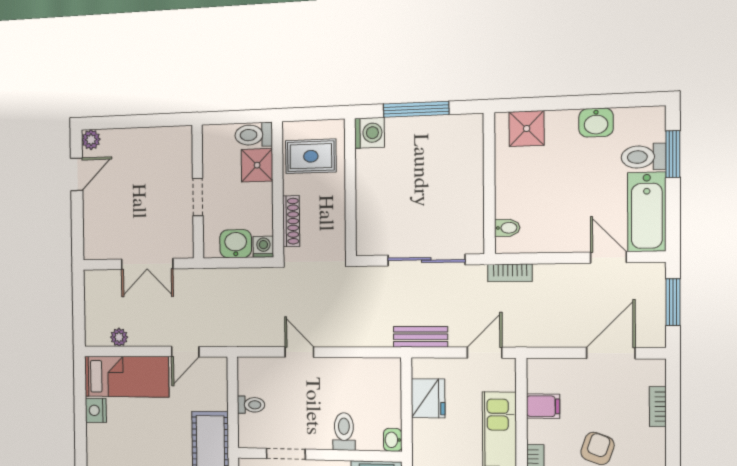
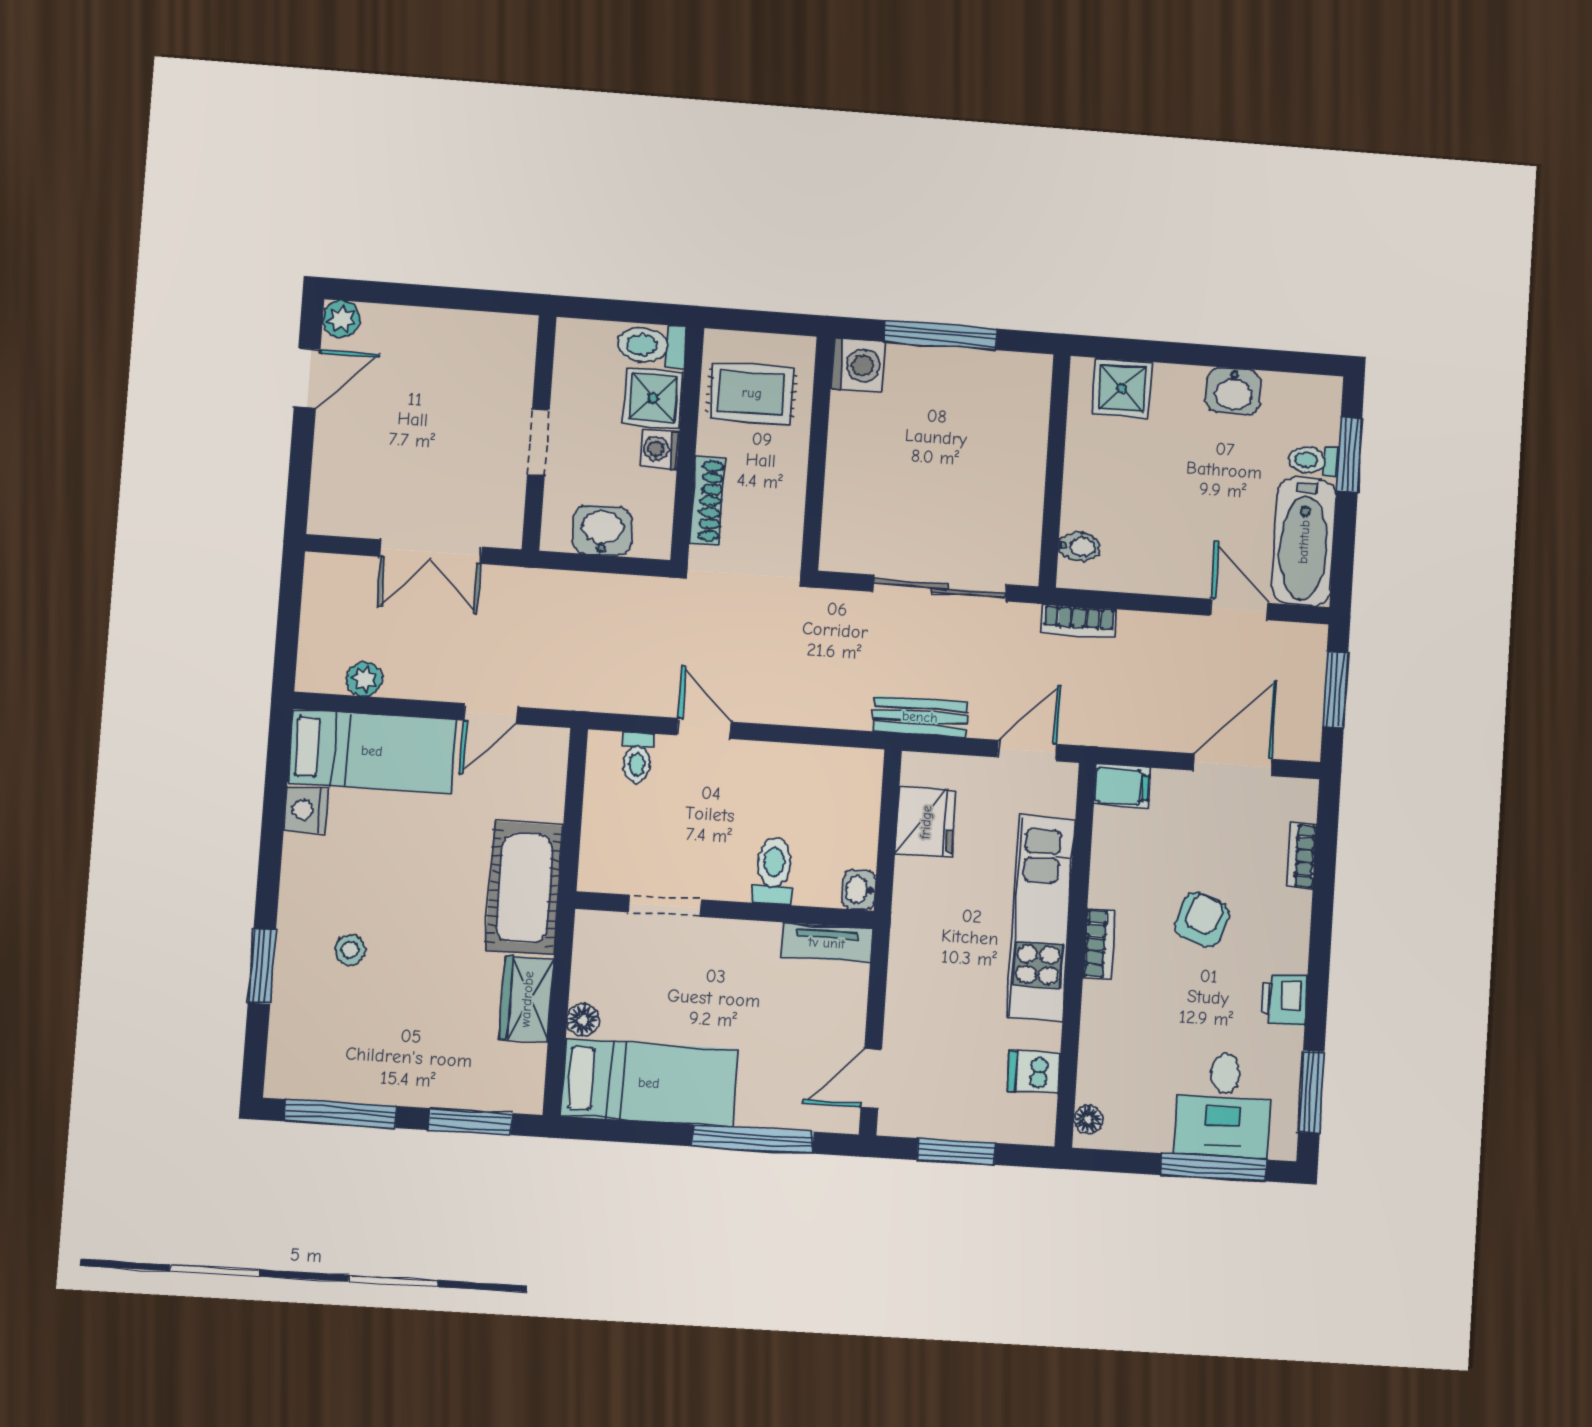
toilet: (644, 157) -> (1313, 460), width x0.73, depth x0.72
washing machine: (263, 247) -> (660, 449), moved, turned -90
toilet: (251, 405) -> (637, 758), moved, turned 90
filing cabinet: (543, 406) -> (1122, 786), moved

